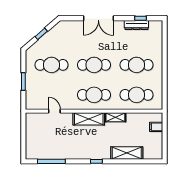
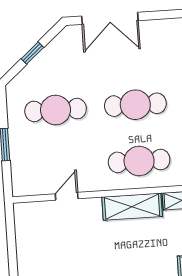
double door: (98, 18) -> (110, 18), moved
door: (54, 111) -> (67, 196), hinge flipped

